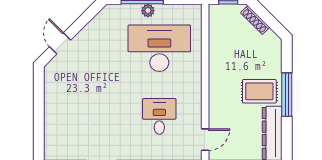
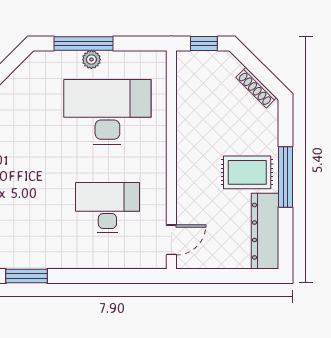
shoe rack: (255, 20) -> (256, 88), moved
desk: (159, 116) -> (107, 207), width x1.37

